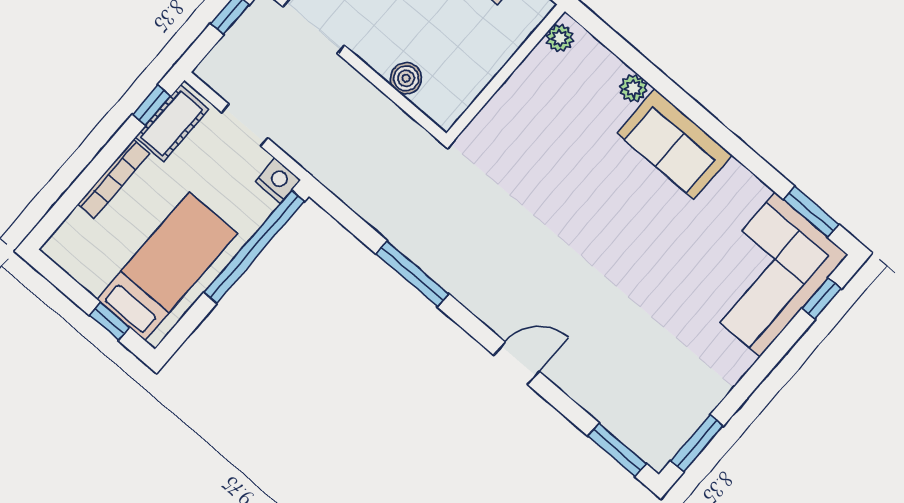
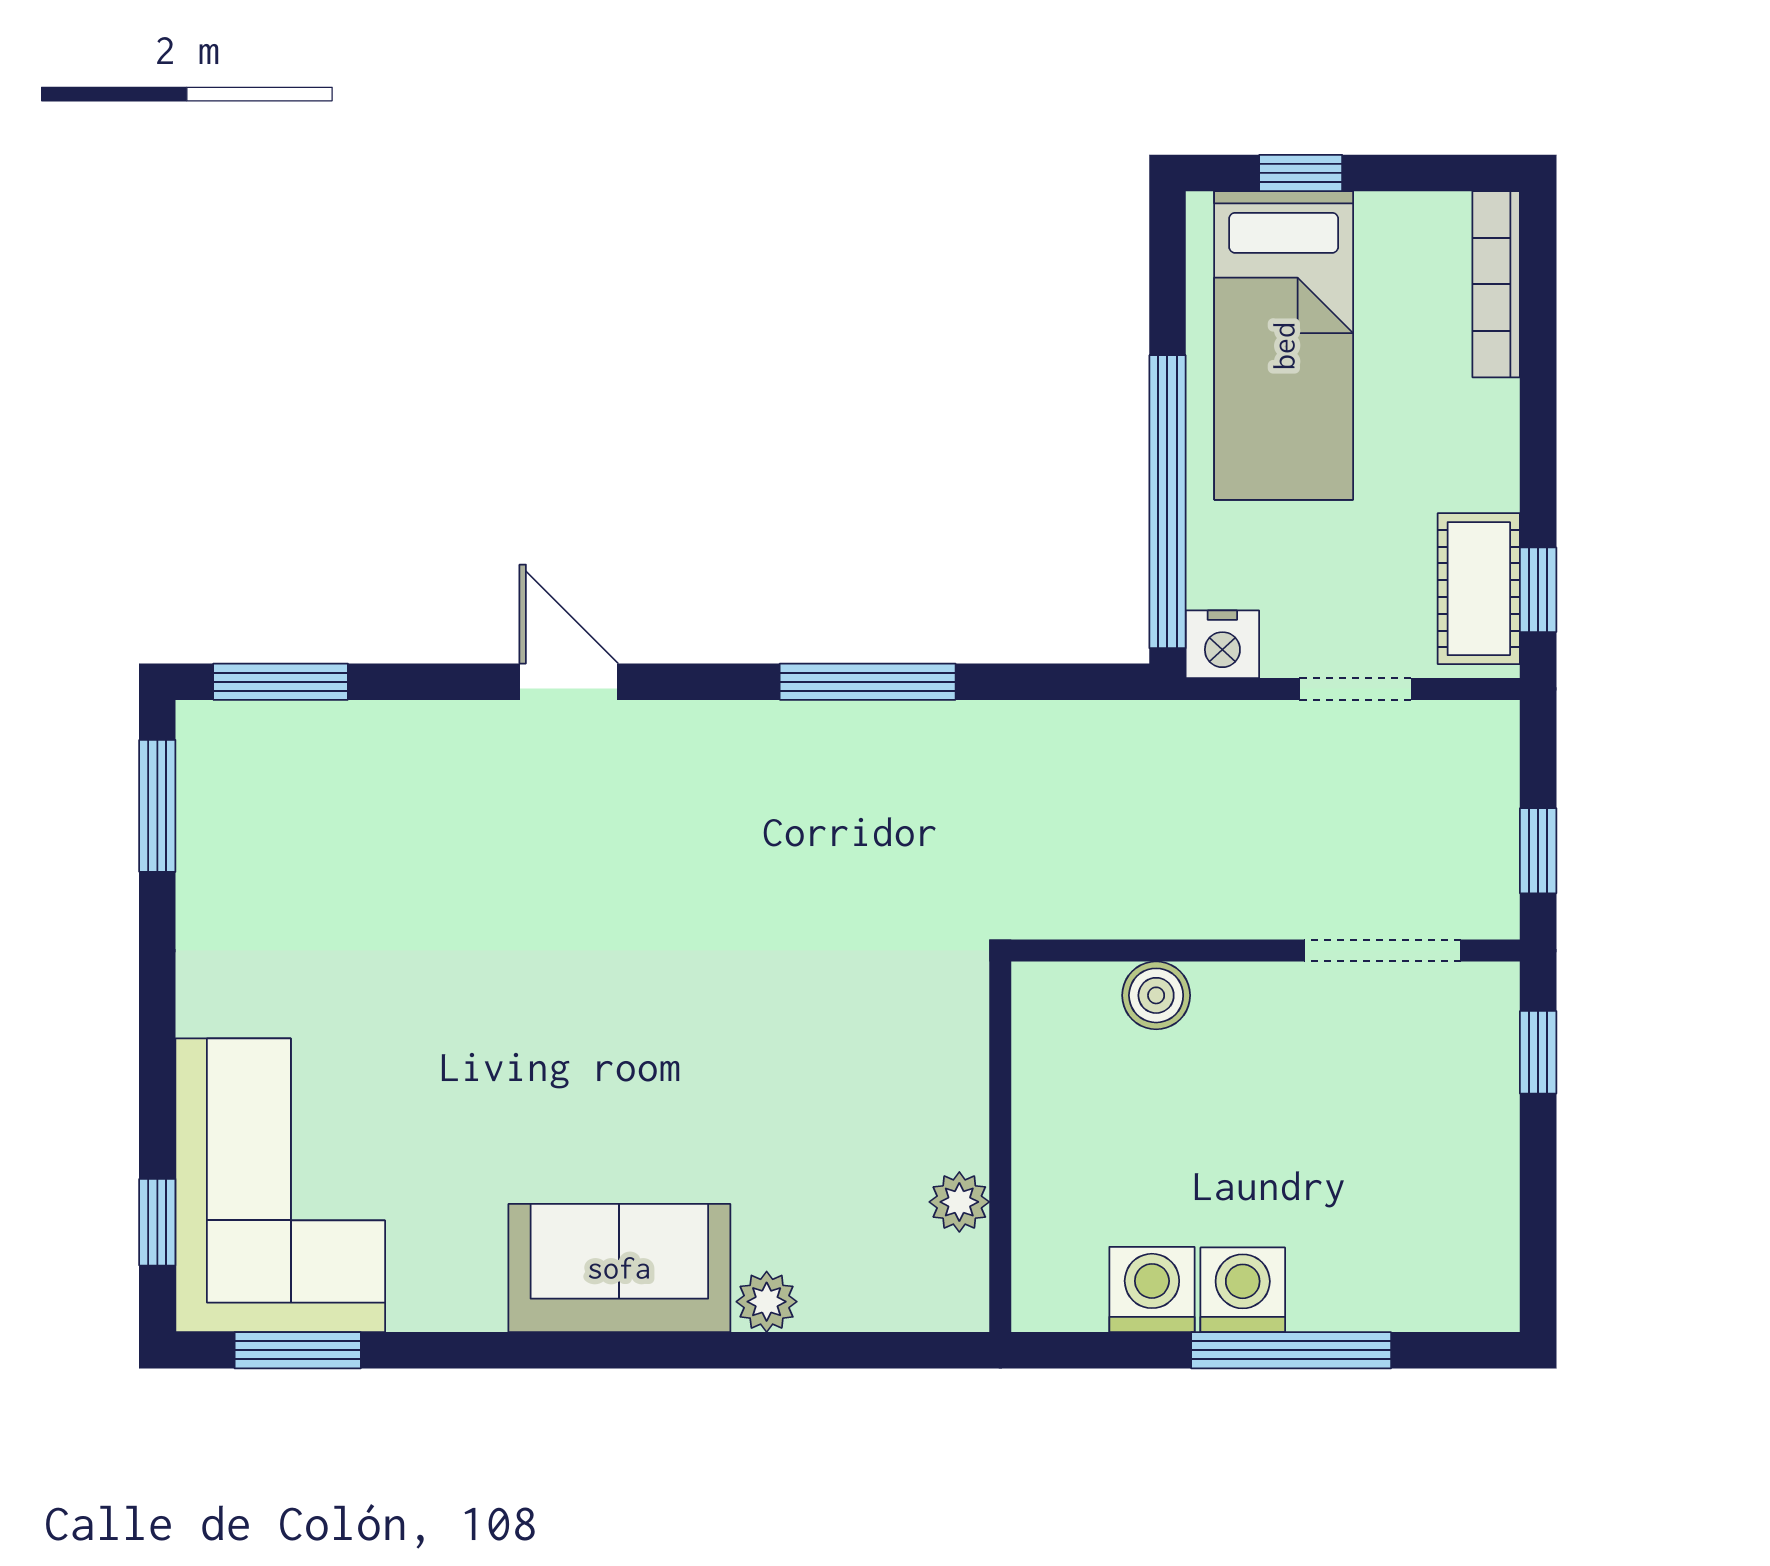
plant: (560, 38) -> (959, 1202), moved
bookcase: (114, 179) -> (1496, 284), moved
door: (517, 363) -> (569, 682), swing flipped

